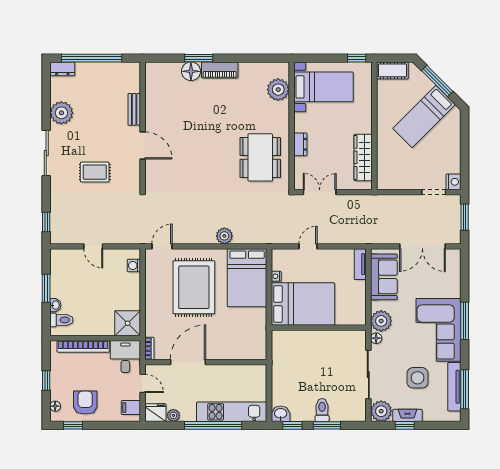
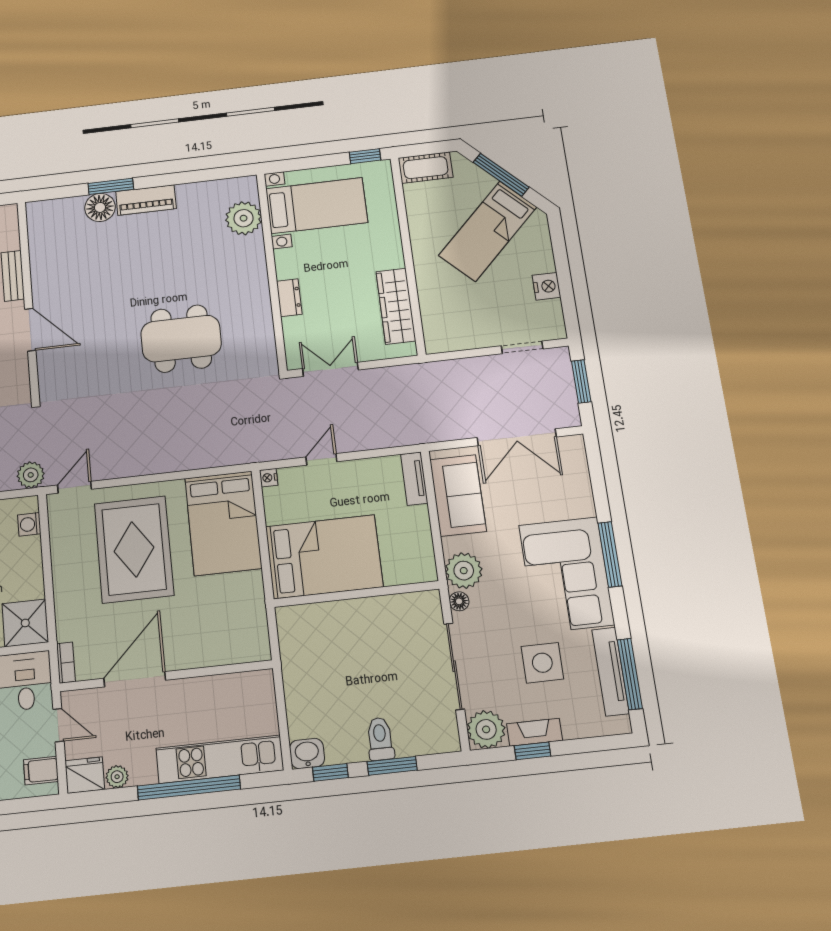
dining table: (260, 157) -> (181, 339), moved, turned 90
nightstand: (454, 182) -> (546, 286), moved
plant: (224, 236) -> (31, 475), moved
nightstand: (276, 276) -> (269, 478), moved

